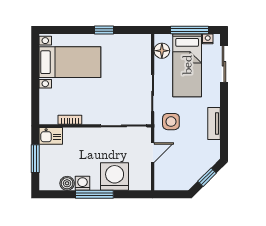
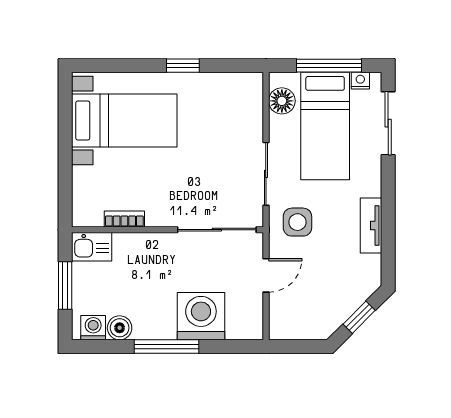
washing machine: (82, 183) -> (93, 328), moved

